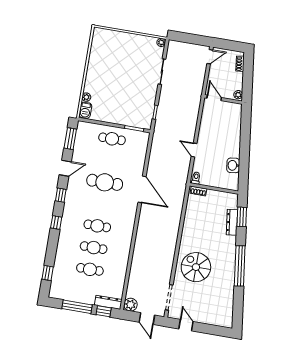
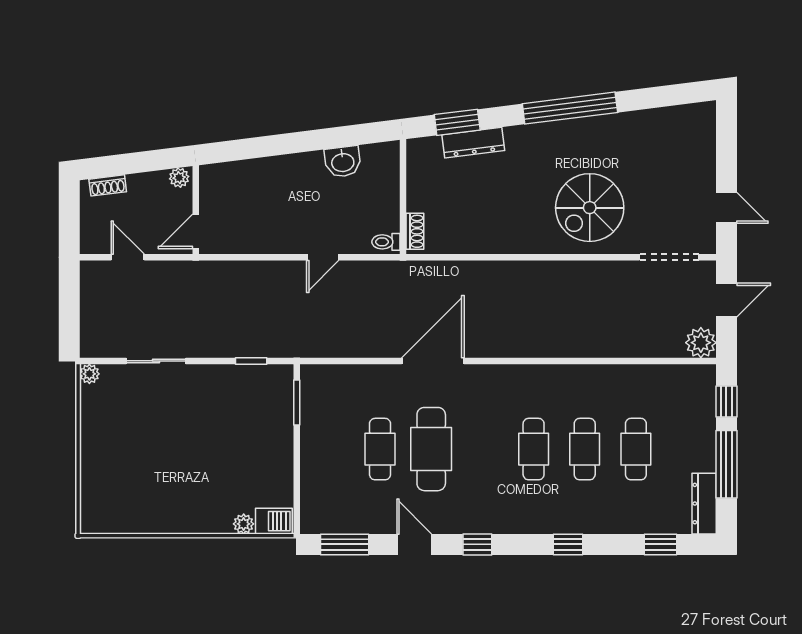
door: (210, 57) -> (128, 257), moved
cafe table: (112, 139) -> (380, 449), moved
window: (56, 222) -> (568, 544), moved
dresser: (108, 302) -> (704, 504), moved
door: (186, 325) -> (726, 208), swing flipped

